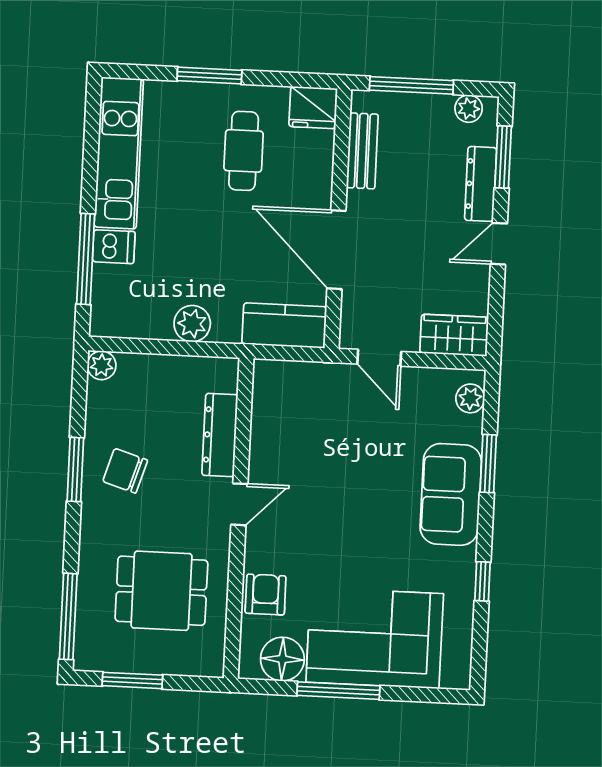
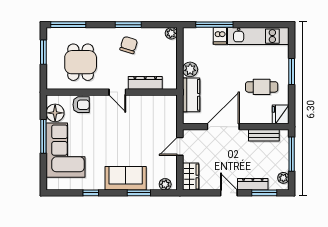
kitchen counter: (284, 326) -> (191, 95), moved

